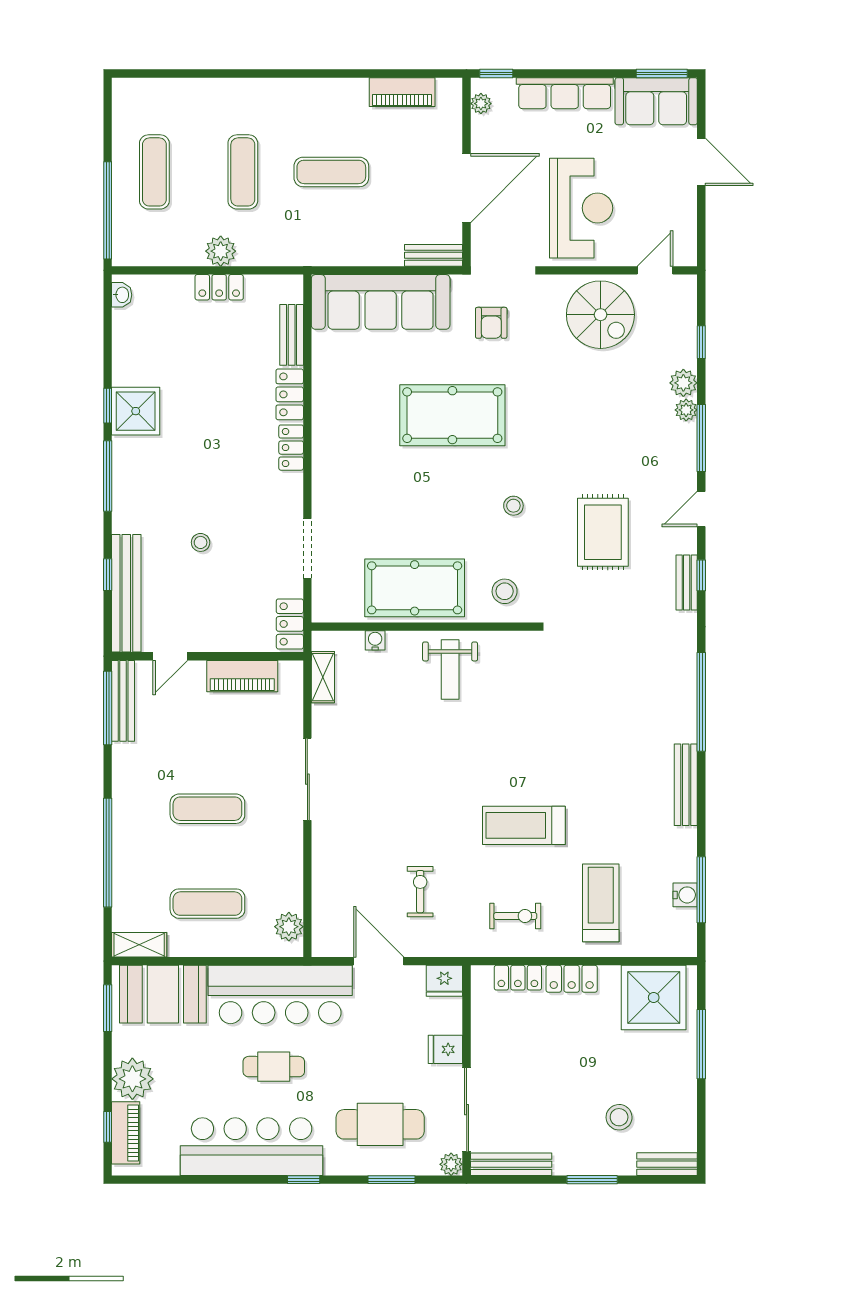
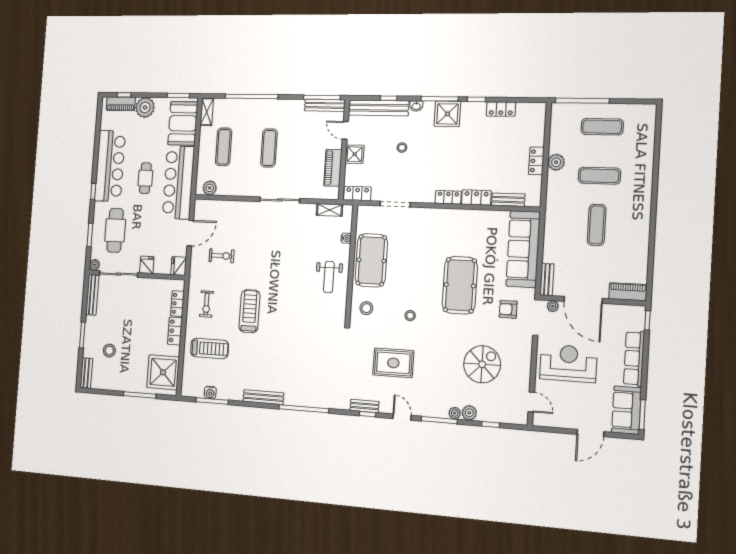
piano: (402, 92) -> (628, 292), moved, turned 90
plant: (481, 104) -> (553, 306), moved
reception desk: (581, 208) -> (568, 363), turned 180
washbasin: (122, 295) -> (416, 106), moved
spiral stairs: (600, 315) -> (482, 364), moved, turned 180
locker: (125, 358) -> (501, 109), added
shower: (136, 411) -> (447, 114), moved
shower: (215, 635) -> (355, 154), added
weight bench: (450, 669) -> (329, 277), turned -90

